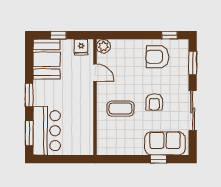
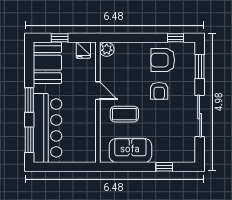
door: (95, 73) -> (98, 91), moved
armchair: (154, 102) -> (159, 91), moved
bar counter: (47, 131) -> (47, 128), width x1.36
sofa: (165, 143) -> (130, 150), moved

